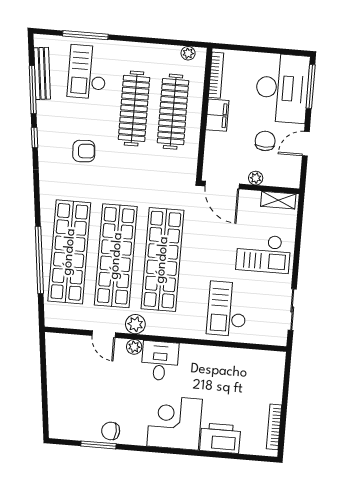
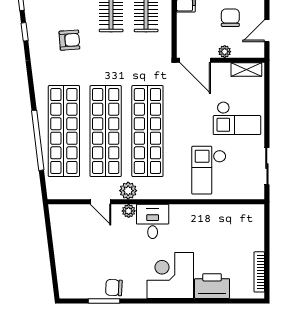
door: (306, 144) -> (267, 31), moved

